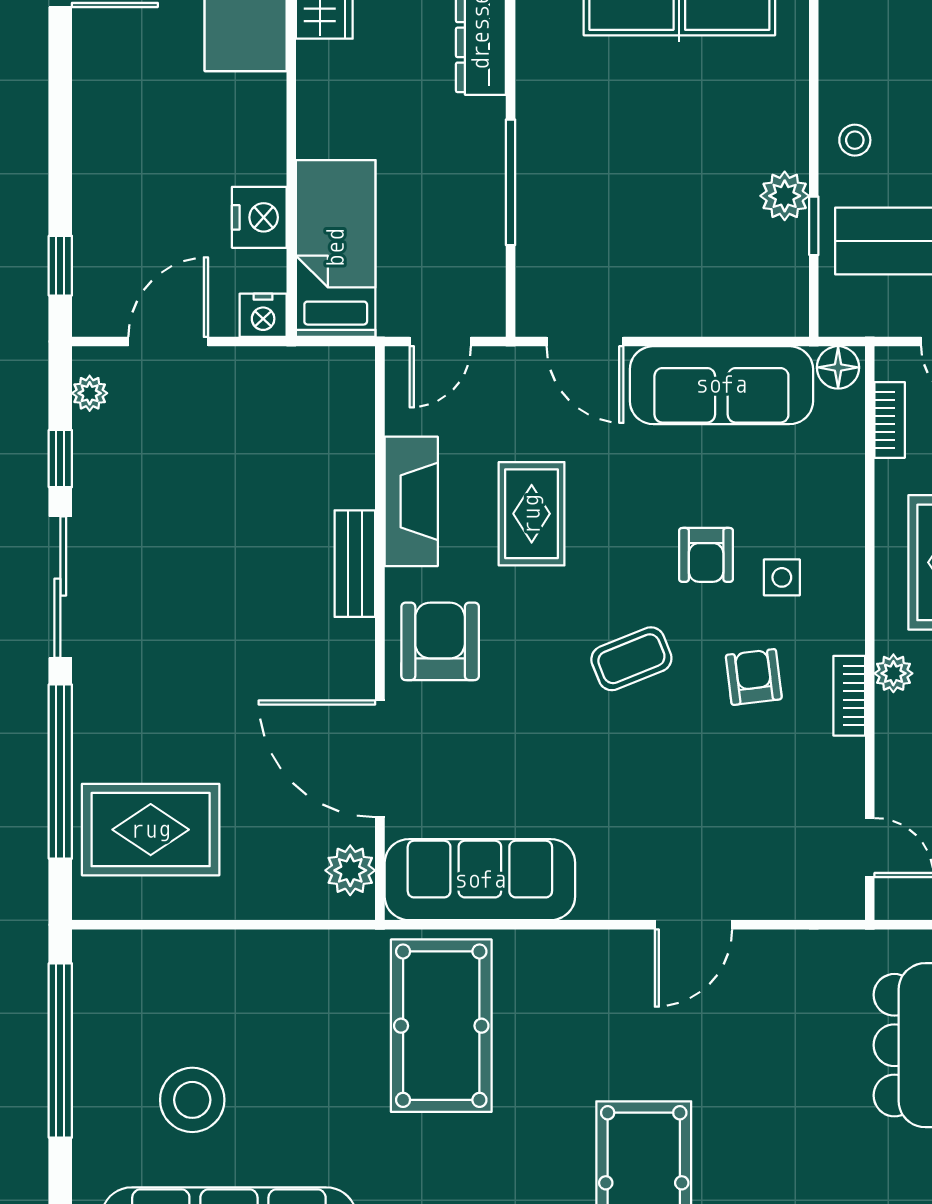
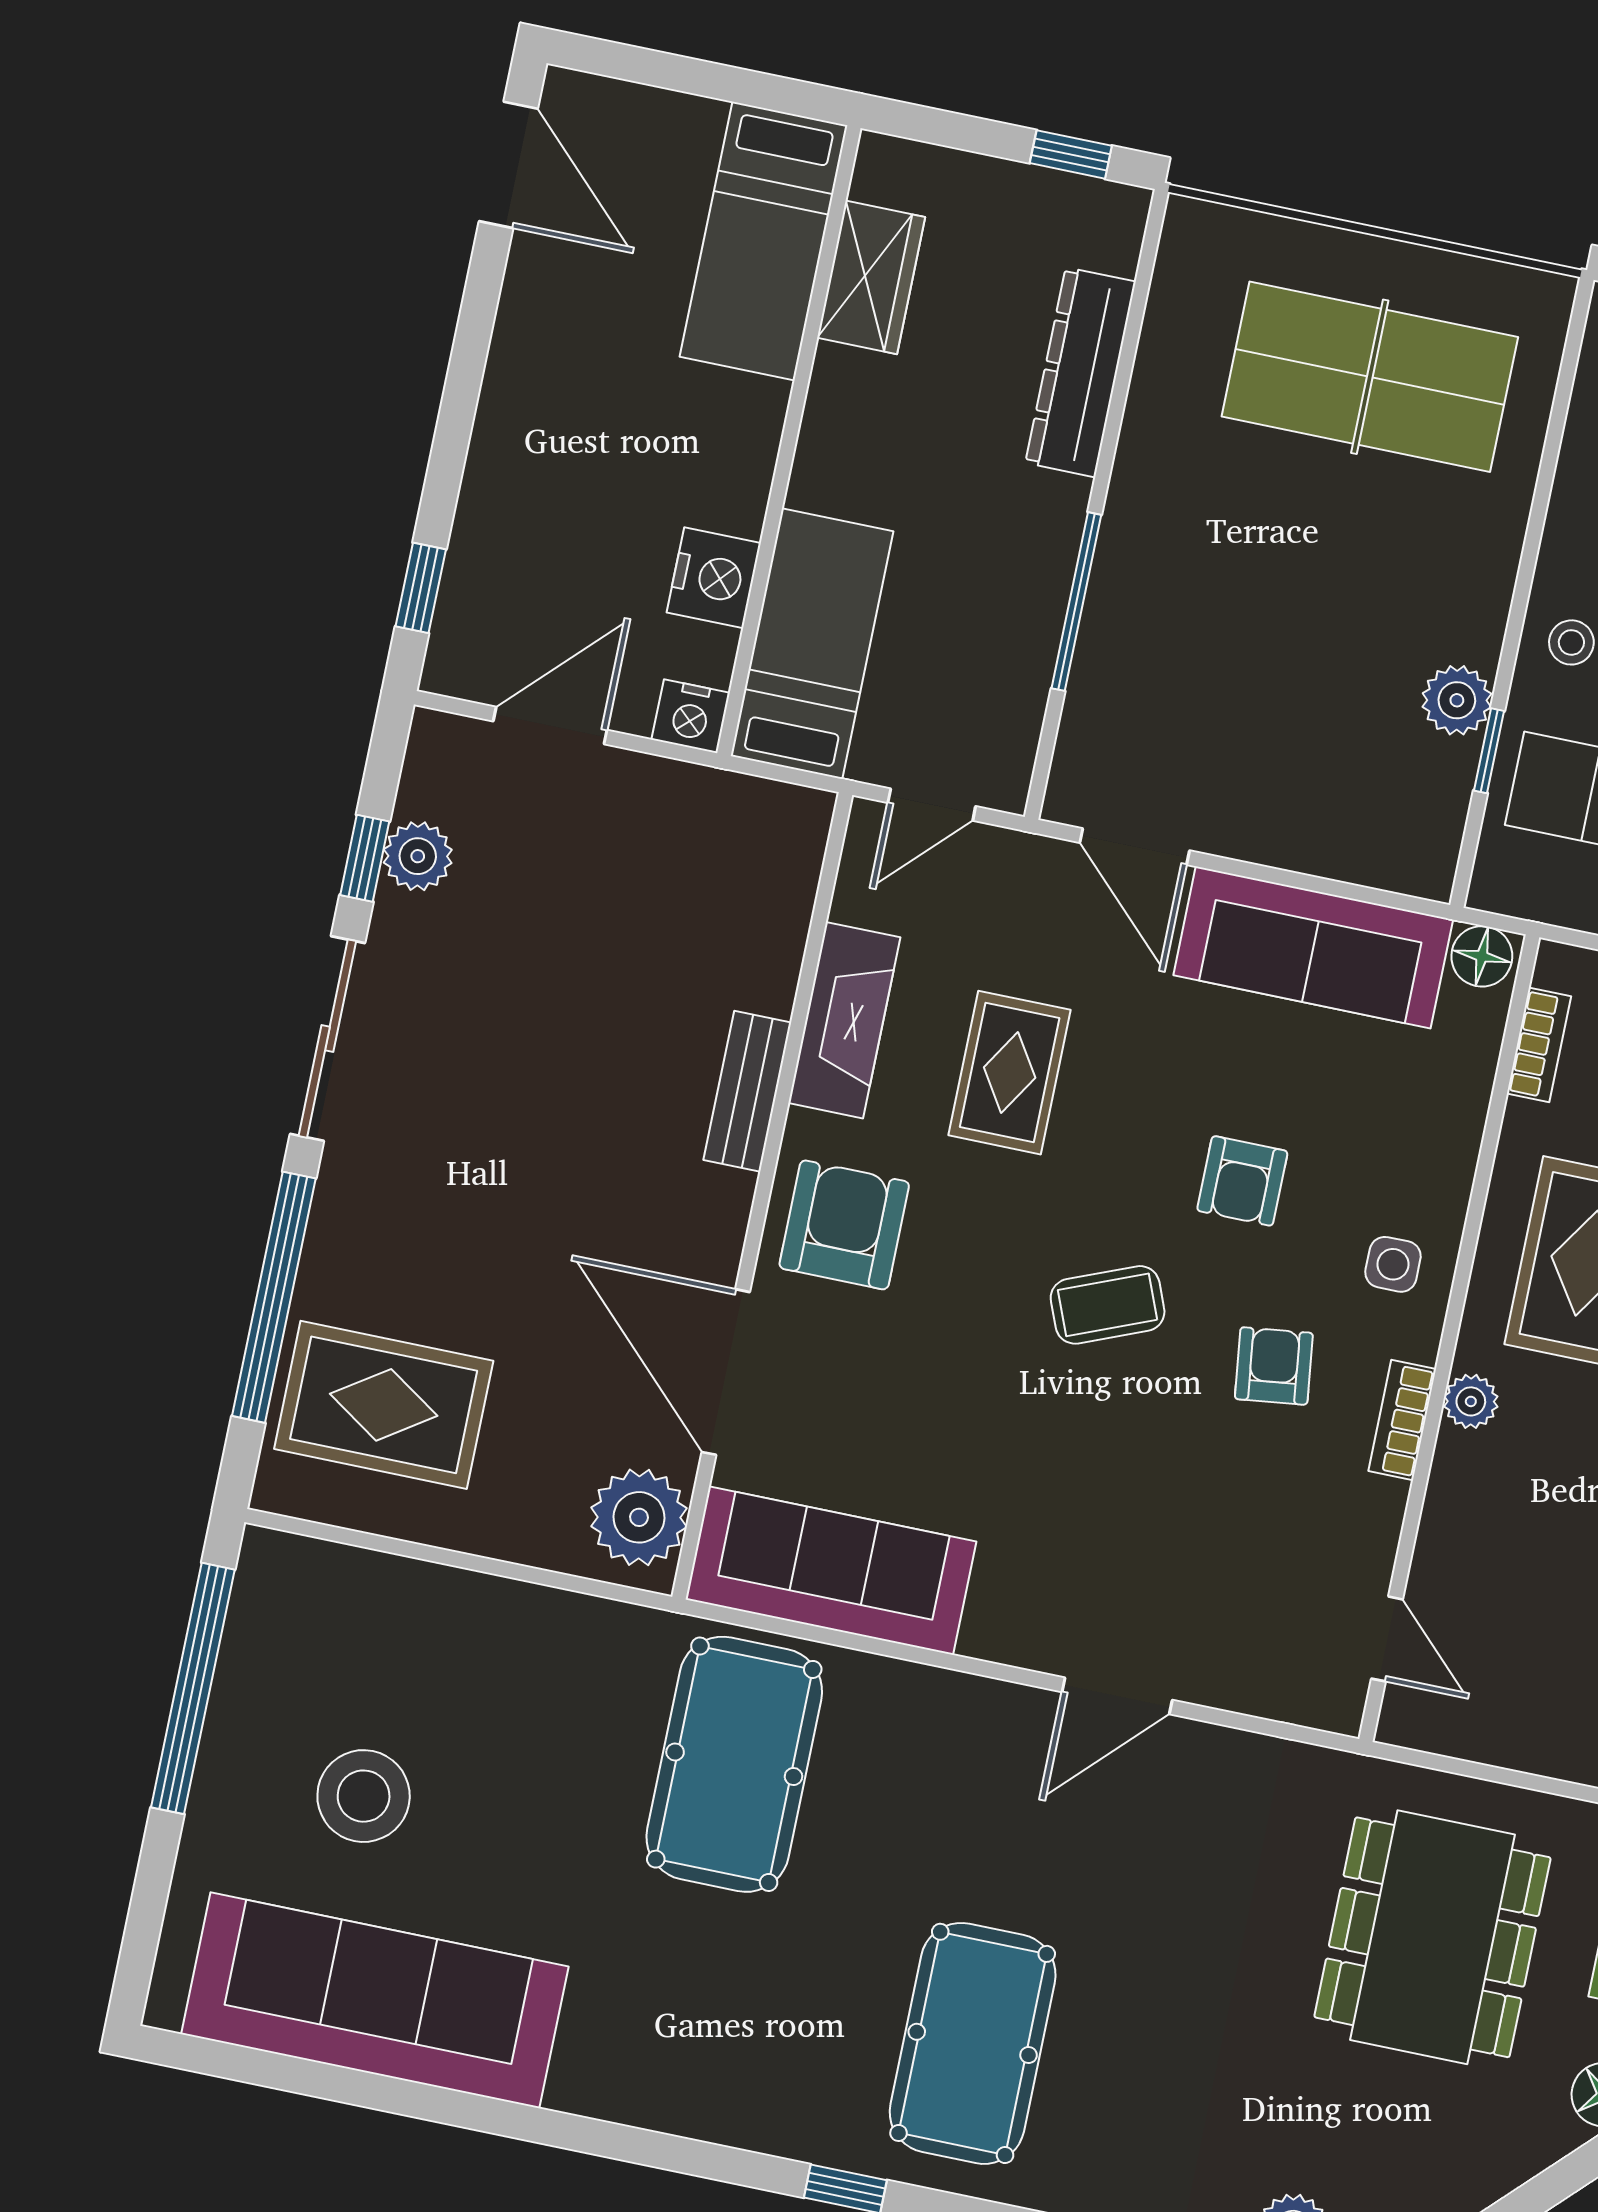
plant: (90, 393) -> (418, 856), moved, width x1.38, depth x1.38
side table: (782, 577) -> (1393, 1264), moved
plant: (350, 870) -> (639, 1517), width x1.36, depth x1.36

